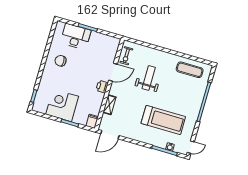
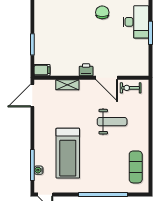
corner desk: (62, 105) -> (51, 30), removed
door: (110, 135) -> (32, 96), hinge flipped

